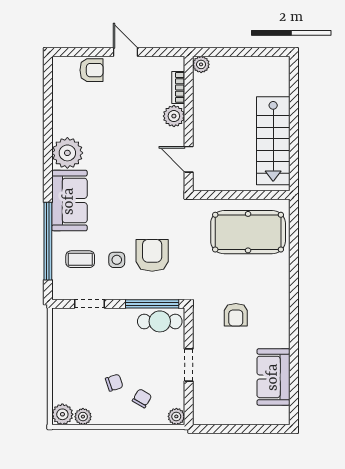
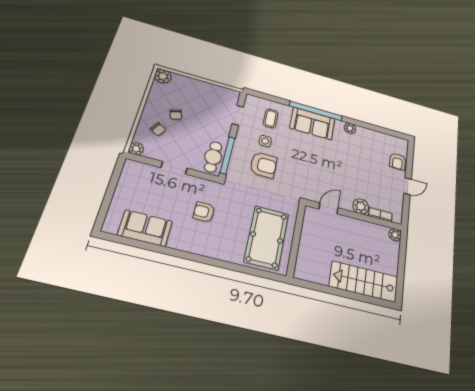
stairs: (273, 141) -> (364, 282), moved
plant: (67, 153) -> (350, 128), width x0.53, depth x0.53
window: (48, 241) -> (316, 111), moved
plant: (83, 417) -> (157, 88), removed

